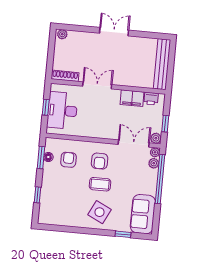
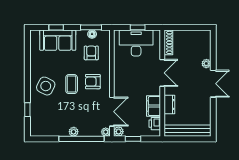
plant: (62, 34) -> (206, 64), moved
dresser: (132, 81) -> (169, 104), added
armchair: (68, 160) -> (91, 53), turned -90
plant: (154, 163) -> (74, 132), moved
sofa: (143, 214) -> (58, 40), moved, turned 180

